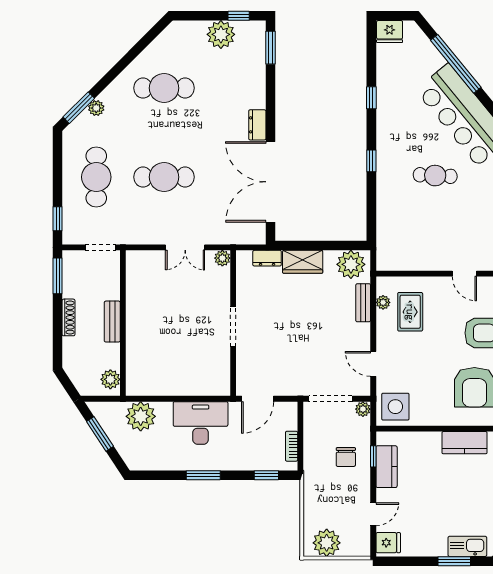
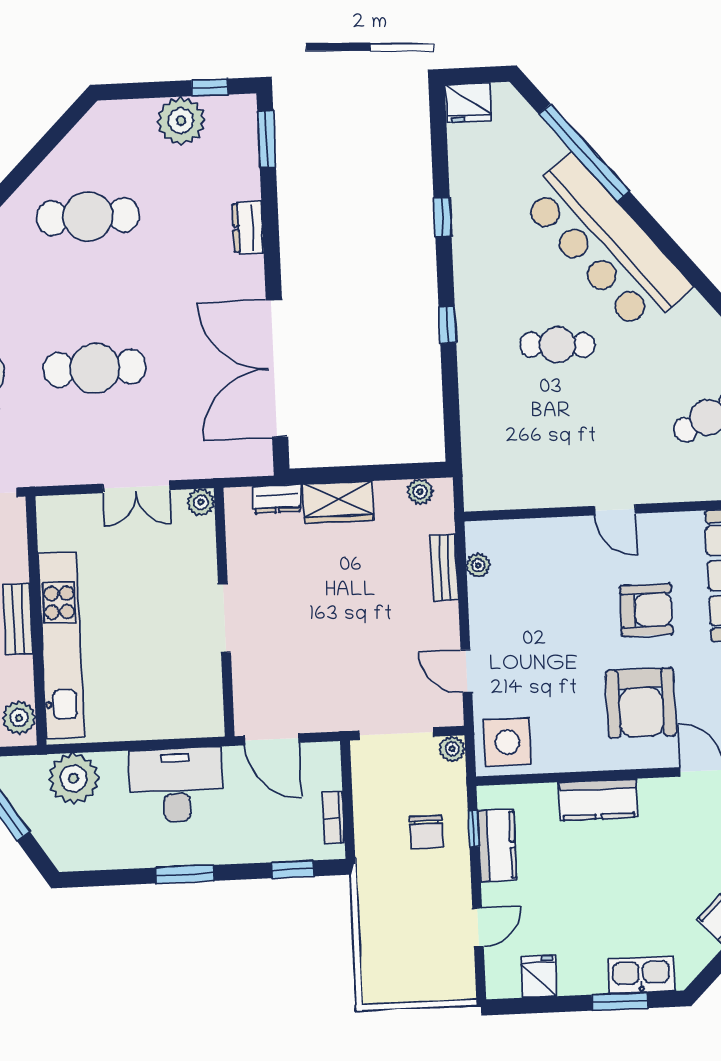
dresser: (257, 125) -> (248, 227), moved
plant: (351, 264) -> (420, 492), width x0.53, depth x0.53
rug: (410, 312) -> (525, 579), removed
kitchen unit: (137, 338) -> (61, 645), added
door: (258, 399) -> (272, 739), hinge flipped
kitchen counter: (464, 443) -> (598, 800), moved
plant: (327, 543) -> (401, 980), removed
fridge: (388, 543) -> (539, 976), moved, turned -90

